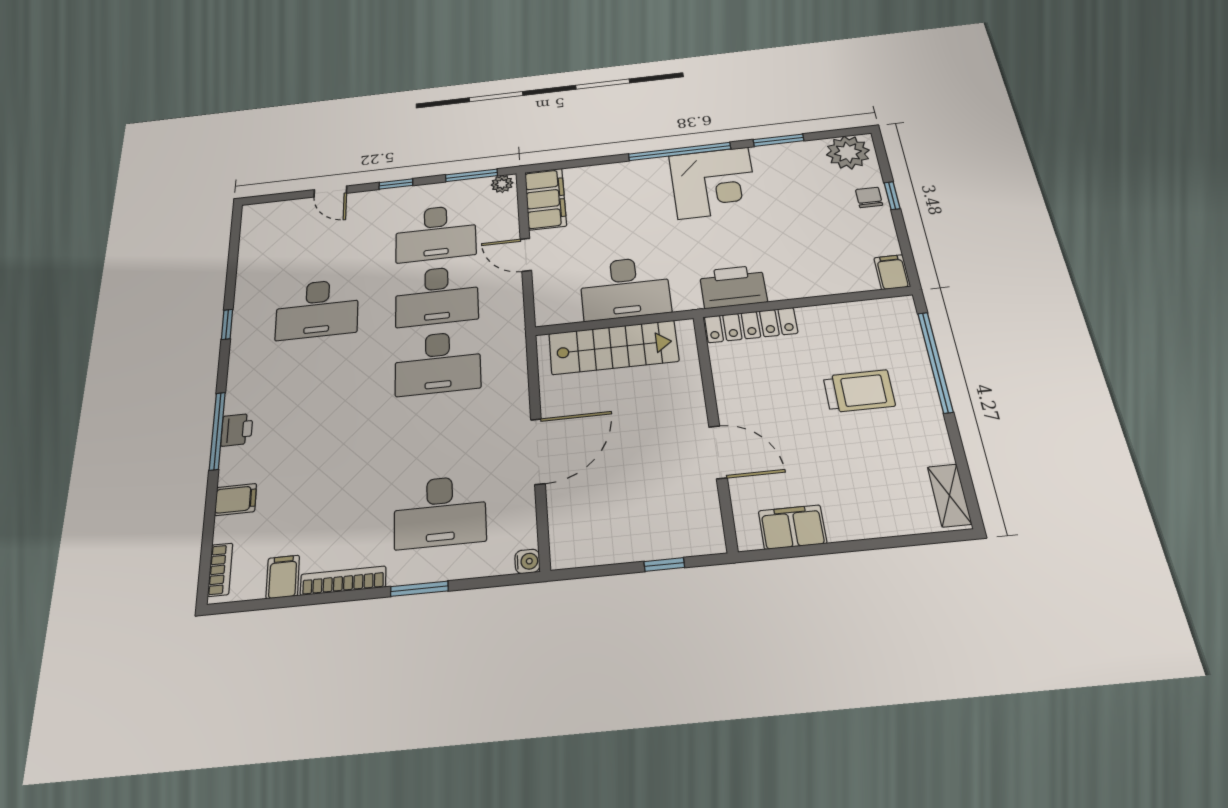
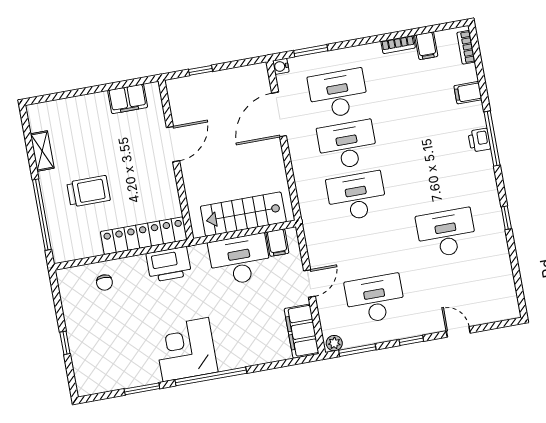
plant: (848, 152) -> (94, 379), removed
chair: (869, 197) -> (104, 282), moved
door: (526, 255) -> (309, 283), hinge flipped
filing cabinet: (892, 272) -> (277, 243), moved
desk: (437, 296) -> (347, 145), moved
locker: (751, 325) -> (144, 236), width x1.41, depth x1.21
trolley: (859, 391) -> (89, 191), turned 180
door: (538, 451) -> (279, 114), moved
door: (718, 452) -> (173, 144), swing flipped
shelving: (949, 495) -> (42, 151), moved
bookcase: (343, 581) -> (398, 45), width x0.64
window: (419, 589) -> (311, 51), moved

